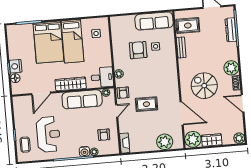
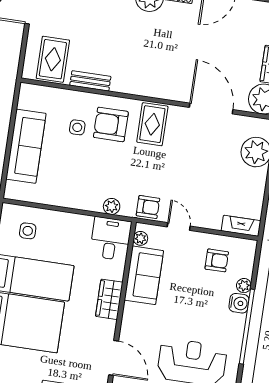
sofa: (154, 21) -> (26, 146), moved
armchair: (138, 50) -> (111, 124), moved
wardrobe: (71, 84) -> (109, 299), width x0.67
spiral stairs: (204, 86) -> (170, 55), removed
sofa: (82, 99) -> (144, 275), width x0.73
rug: (146, 104) -> (152, 124), moved
door: (182, 113) -> (211, 108), hinge flipped

